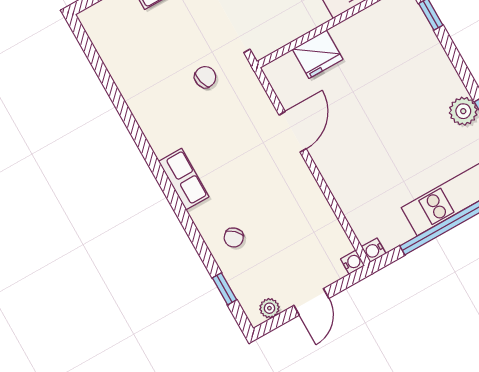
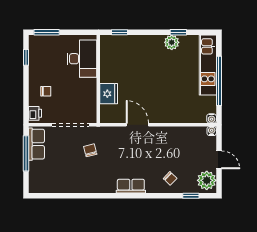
plant: (269, 308) -> (207, 180), width x1.87, depth x1.87

